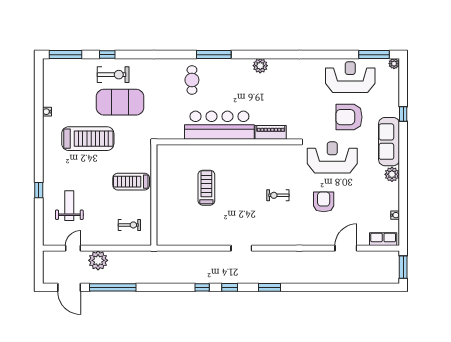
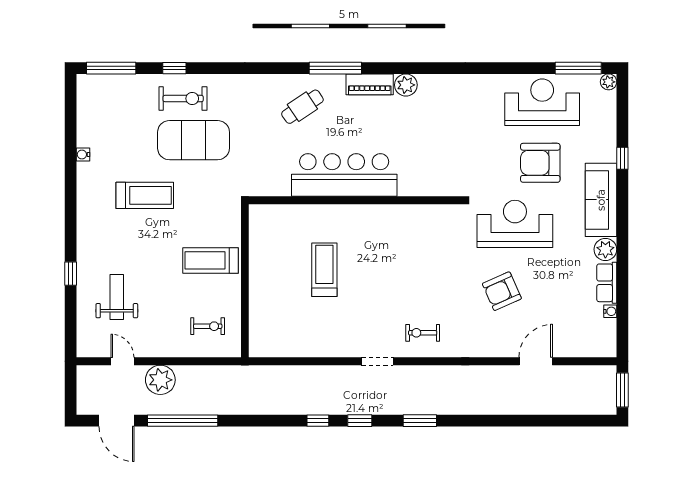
cafe table: (192, 80) -> (302, 107), turned 56
piano: (271, 132) -> (370, 84), moved, turned 180
treadmill: (88, 139) -> (145, 195), width x0.73, depth x0.73
exercise bike: (278, 195) -> (423, 333), moved
armchair: (324, 202) -> (502, 291), turned -114
row of seats: (383, 239) -> (607, 283), moved, turned -90
door: (73, 248) -> (122, 361), hinge flipped

